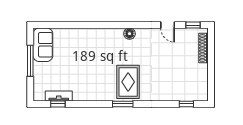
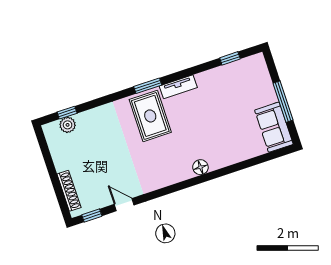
floor lamp: (129, 34) -> (200, 167), moved
plant: (189, 95) -> (68, 125), added
tv unit: (59, 96) -> (178, 87), moved

